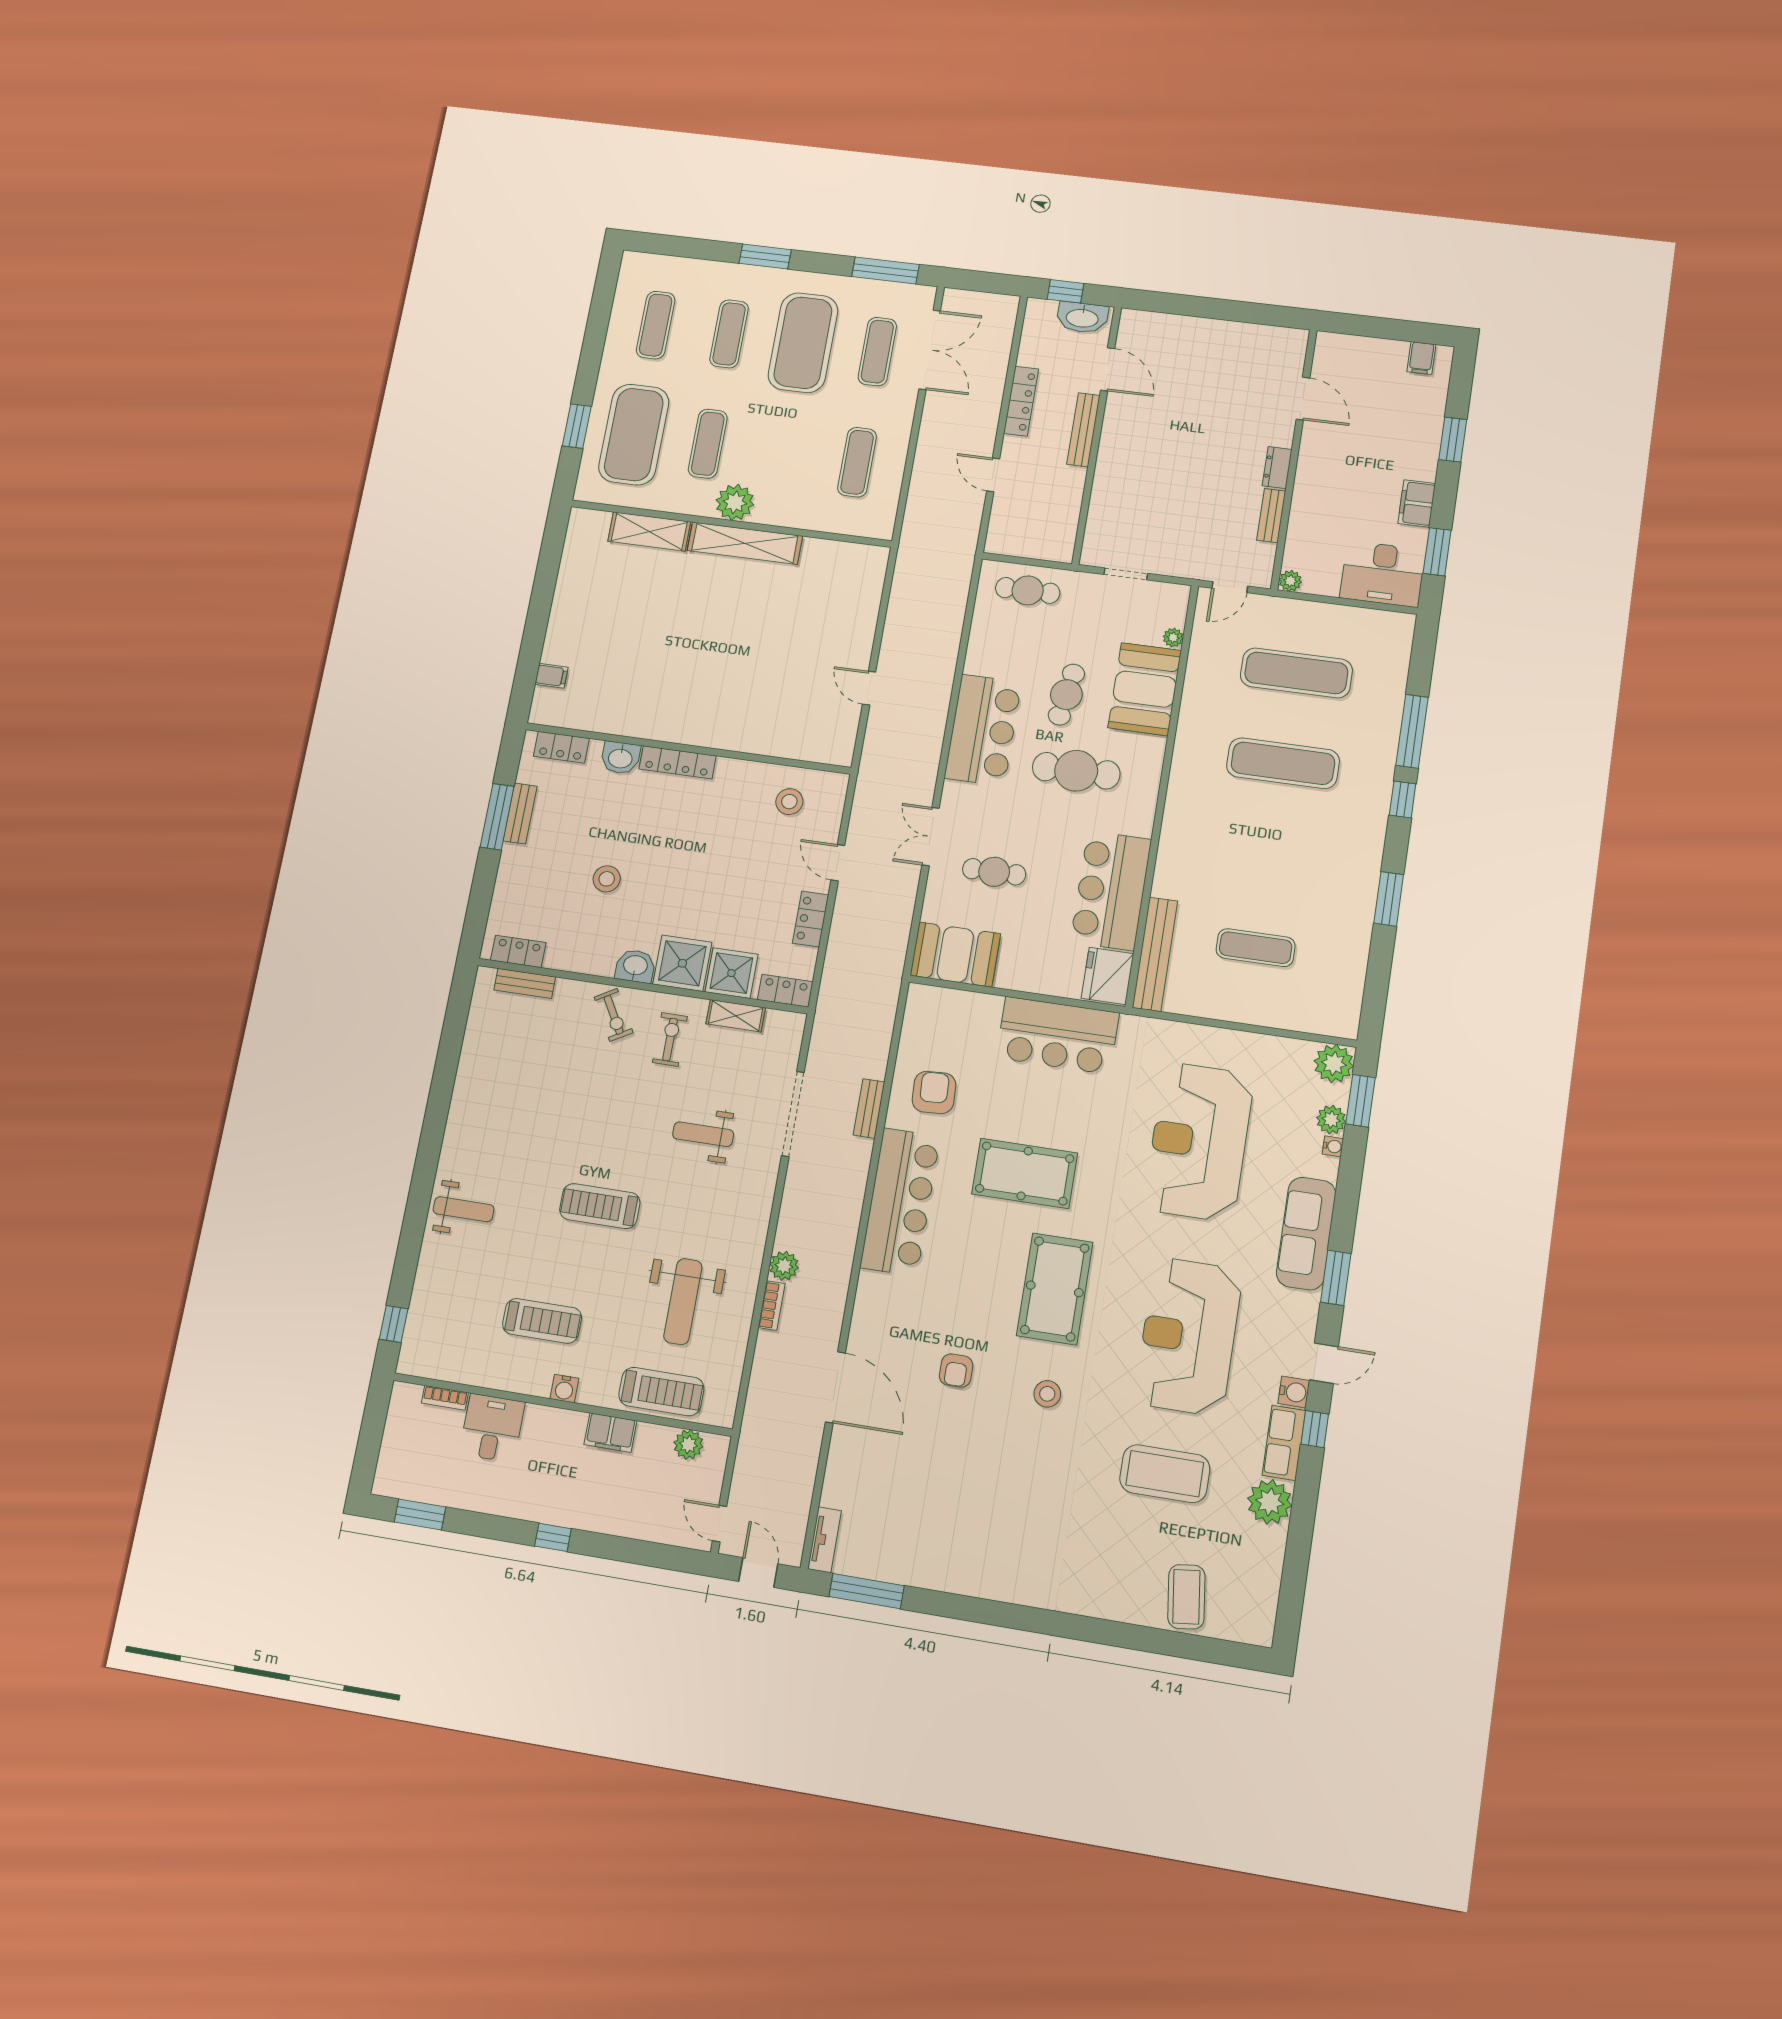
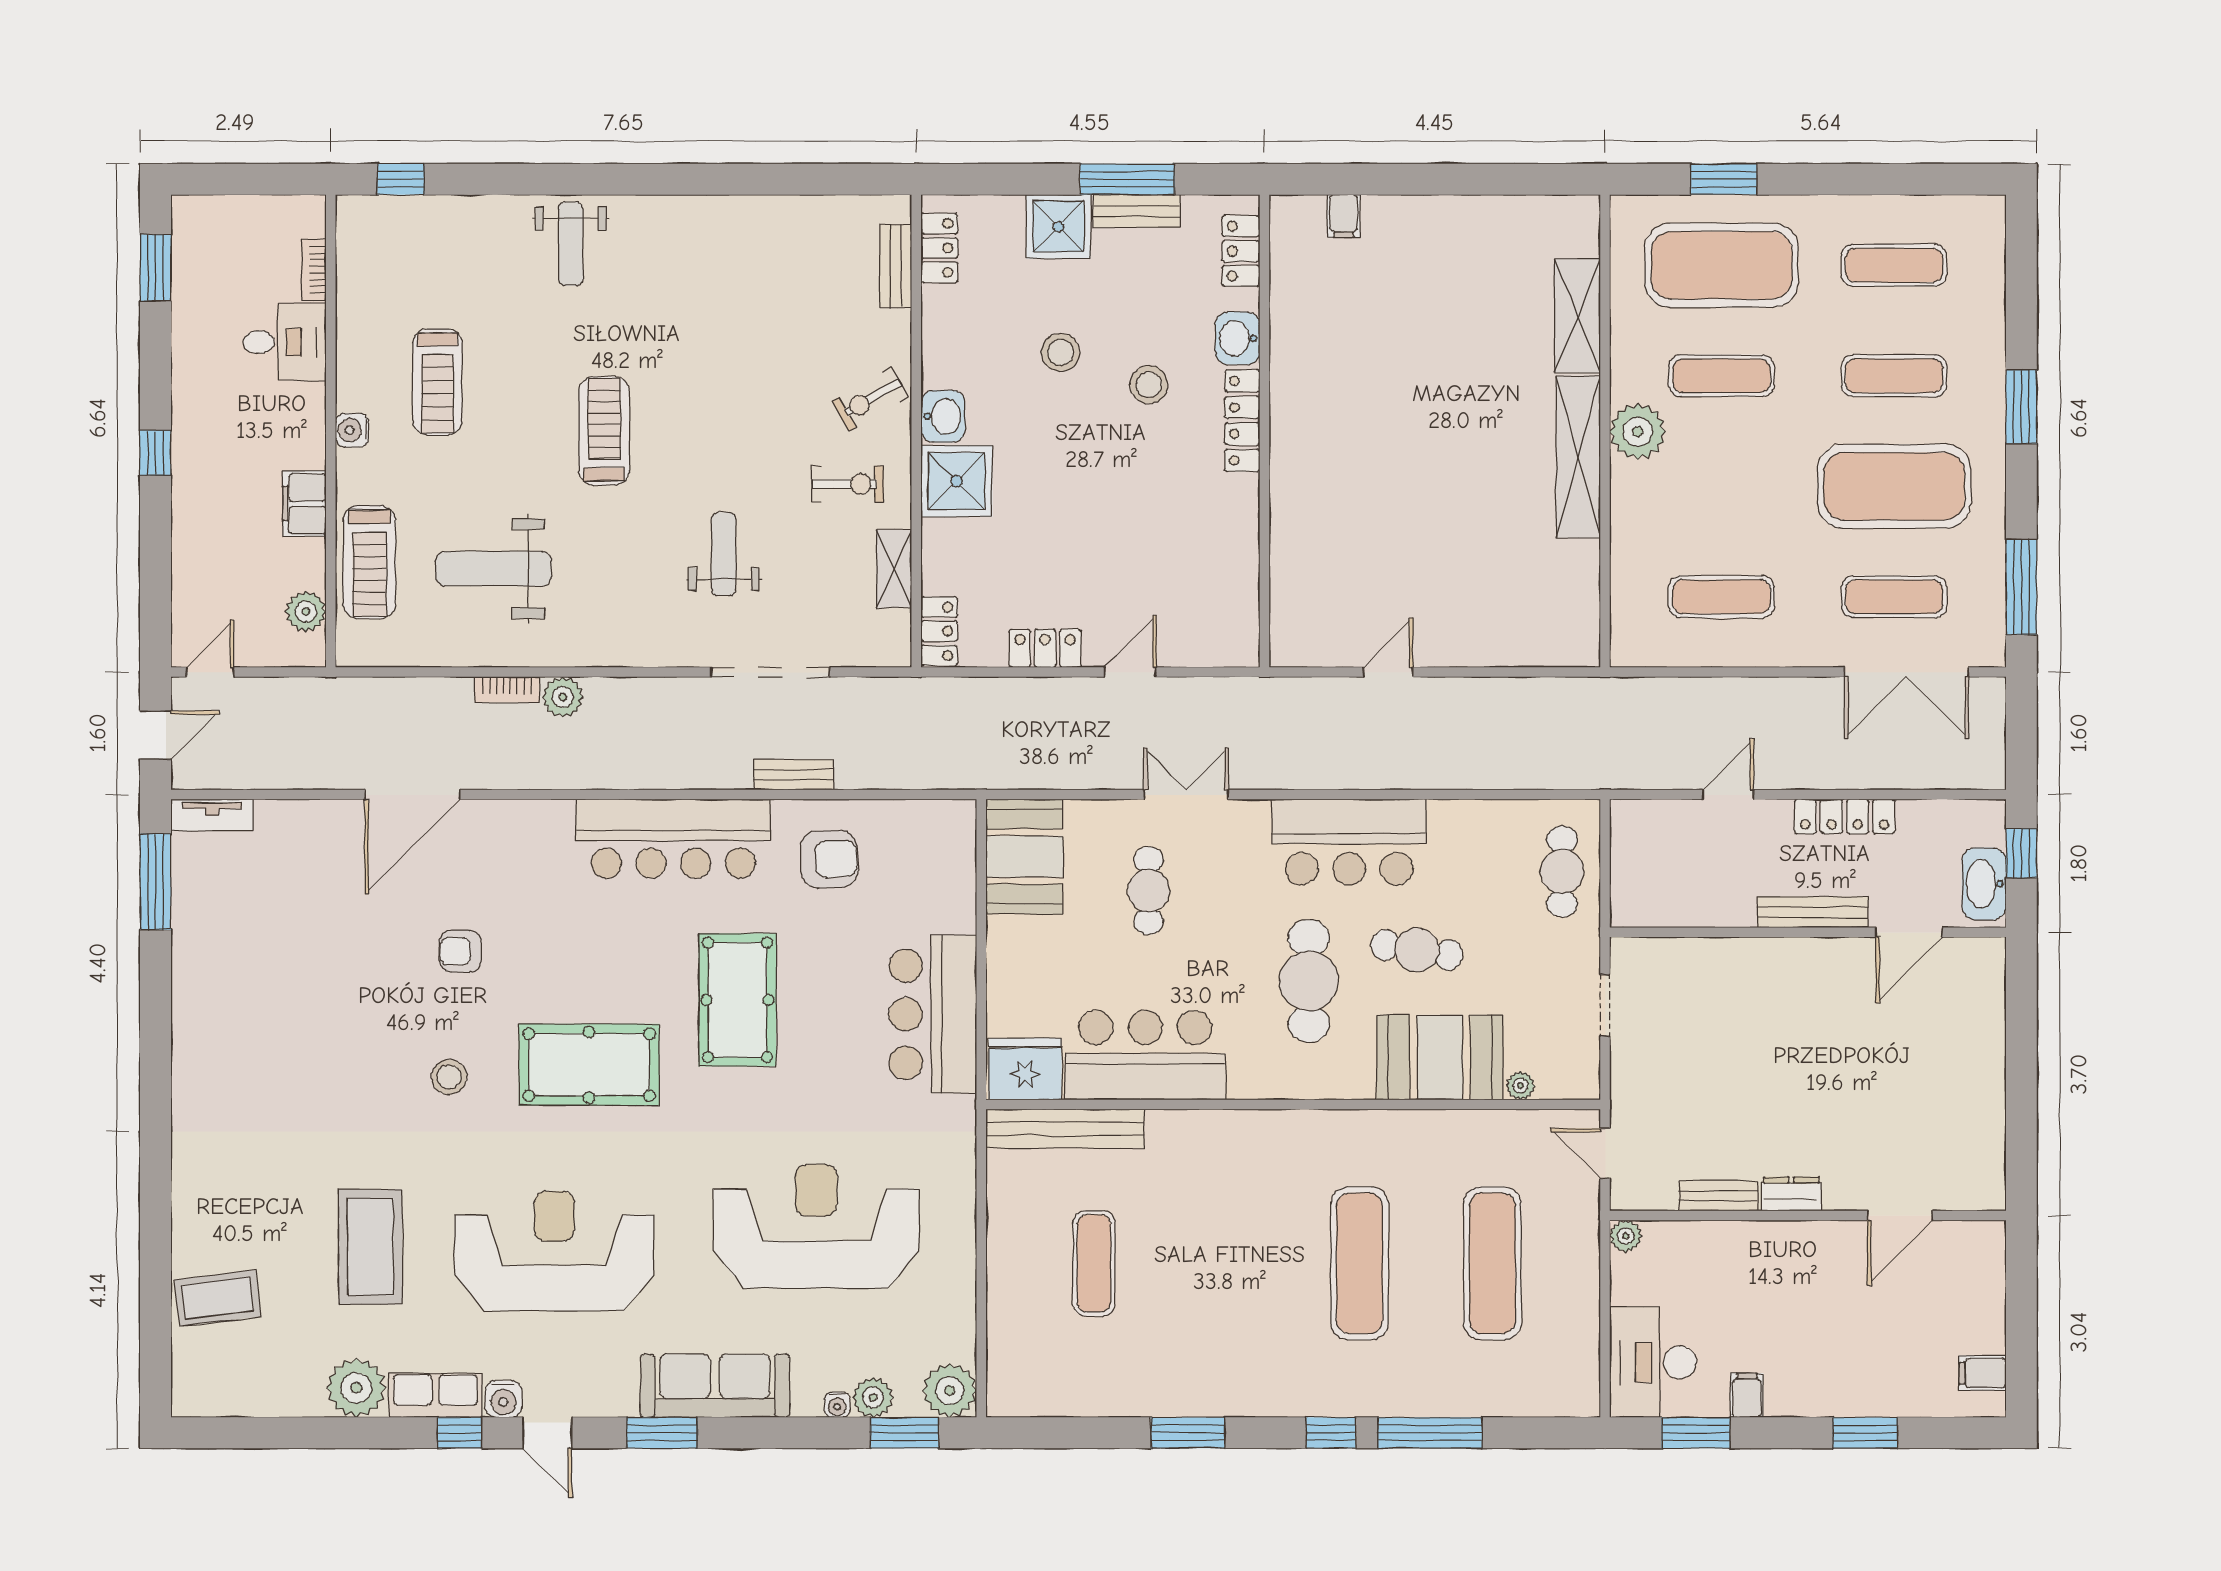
filing cabinet: (1417, 503) -> (1747, 1395), width x0.50
stool: (789, 802) -> (1149, 385), moved
shower: (731, 973) -> (1058, 227), moved

